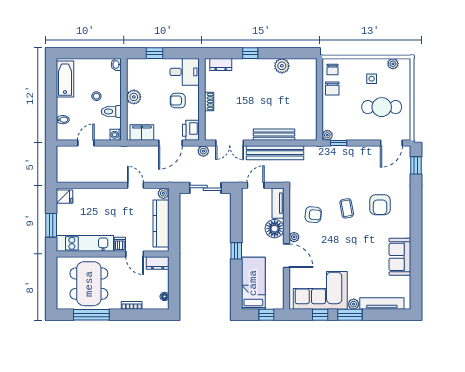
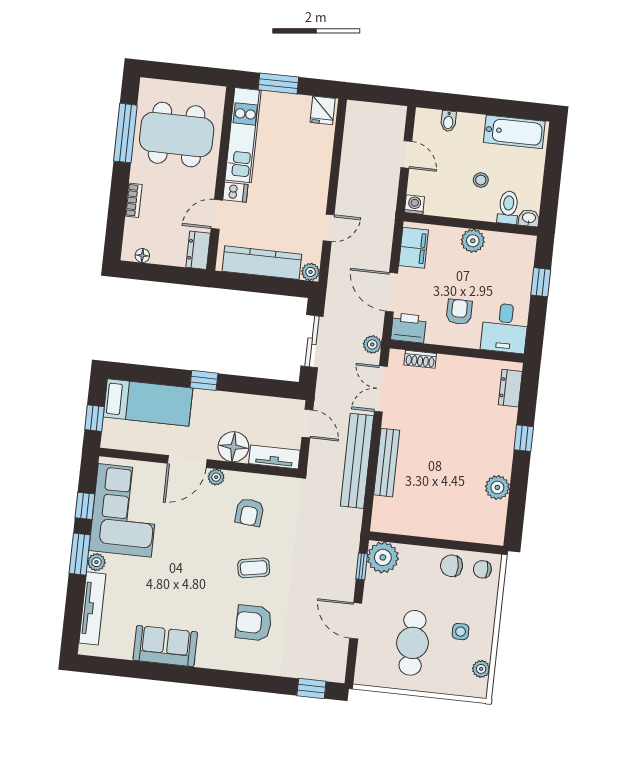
shoe rack: (209, 101) -> (420, 359), moved
toilet: (111, 111) -> (508, 207), moved
plant: (327, 135) -> (383, 557), width x1.88, depth x1.88
door: (391, 143) -> (356, 621), moved

